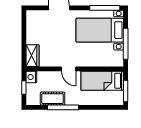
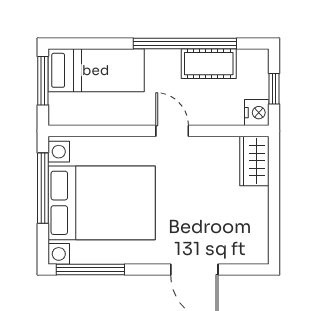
bed with nightstands: (100, 30) -> (102, 203), width x1.36
bed: (102, 81) -> (96, 70), moved
window: (63, 107) -> (185, 44), width x1.46

